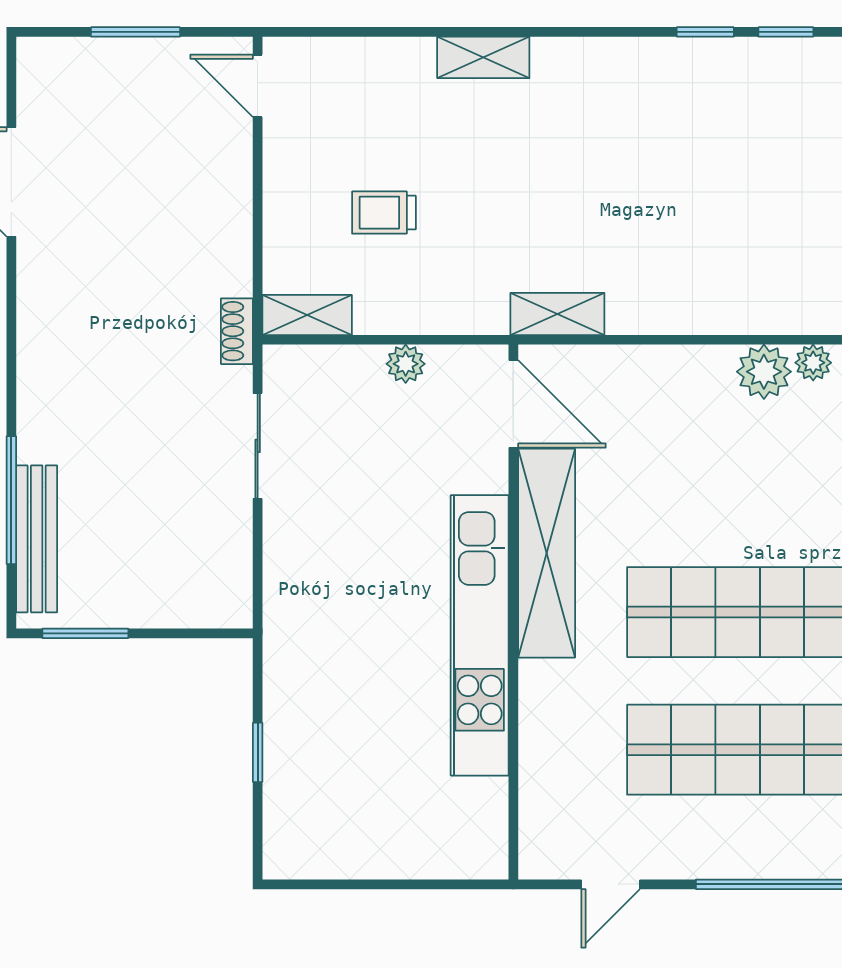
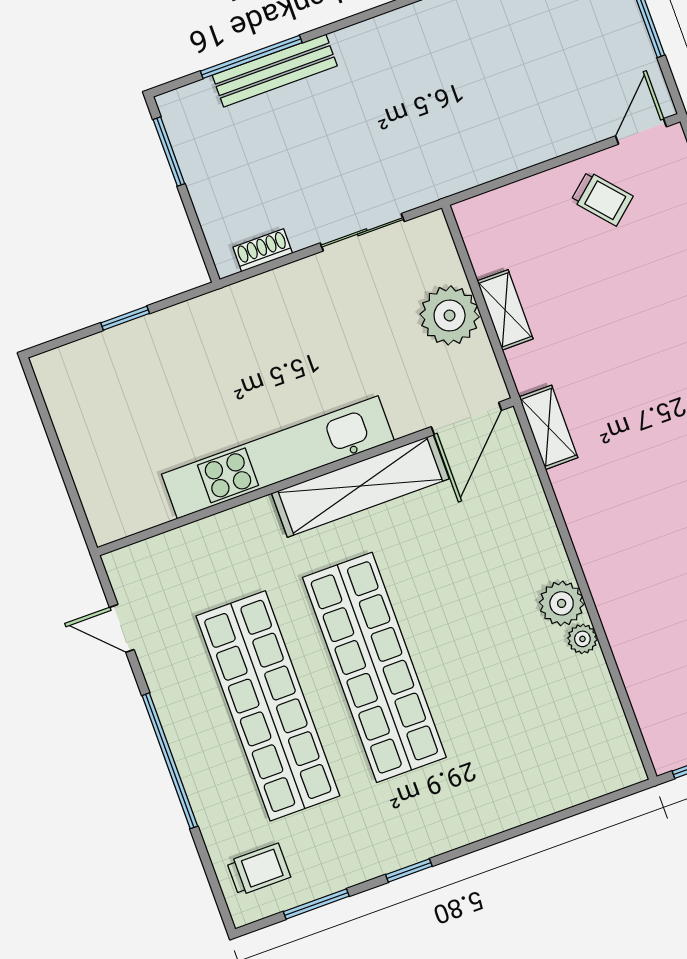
trolley: (384, 213) -> (602, 198), moved, turned 139
shelving: (307, 315) -> (505, 310), moved
shoe rack: (237, 331) -> (263, 250), moved
plant: (406, 364) -> (450, 315), width x1.88, depth x1.88
bench: (37, 539) -> (275, 71), moved

